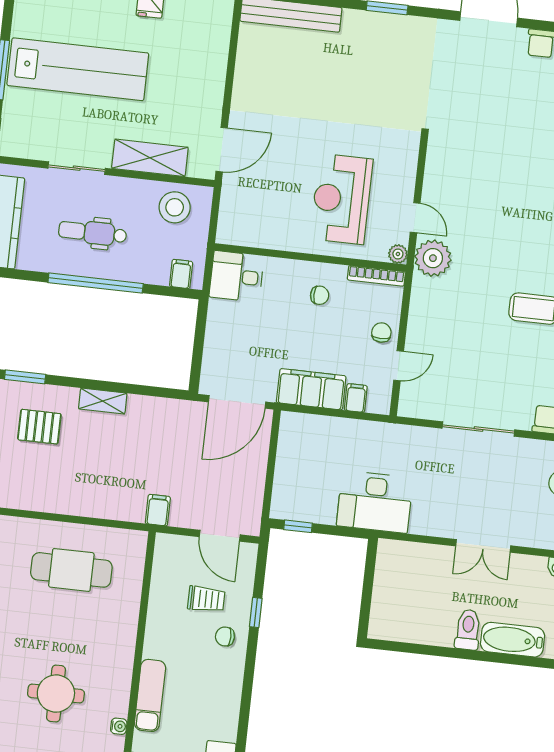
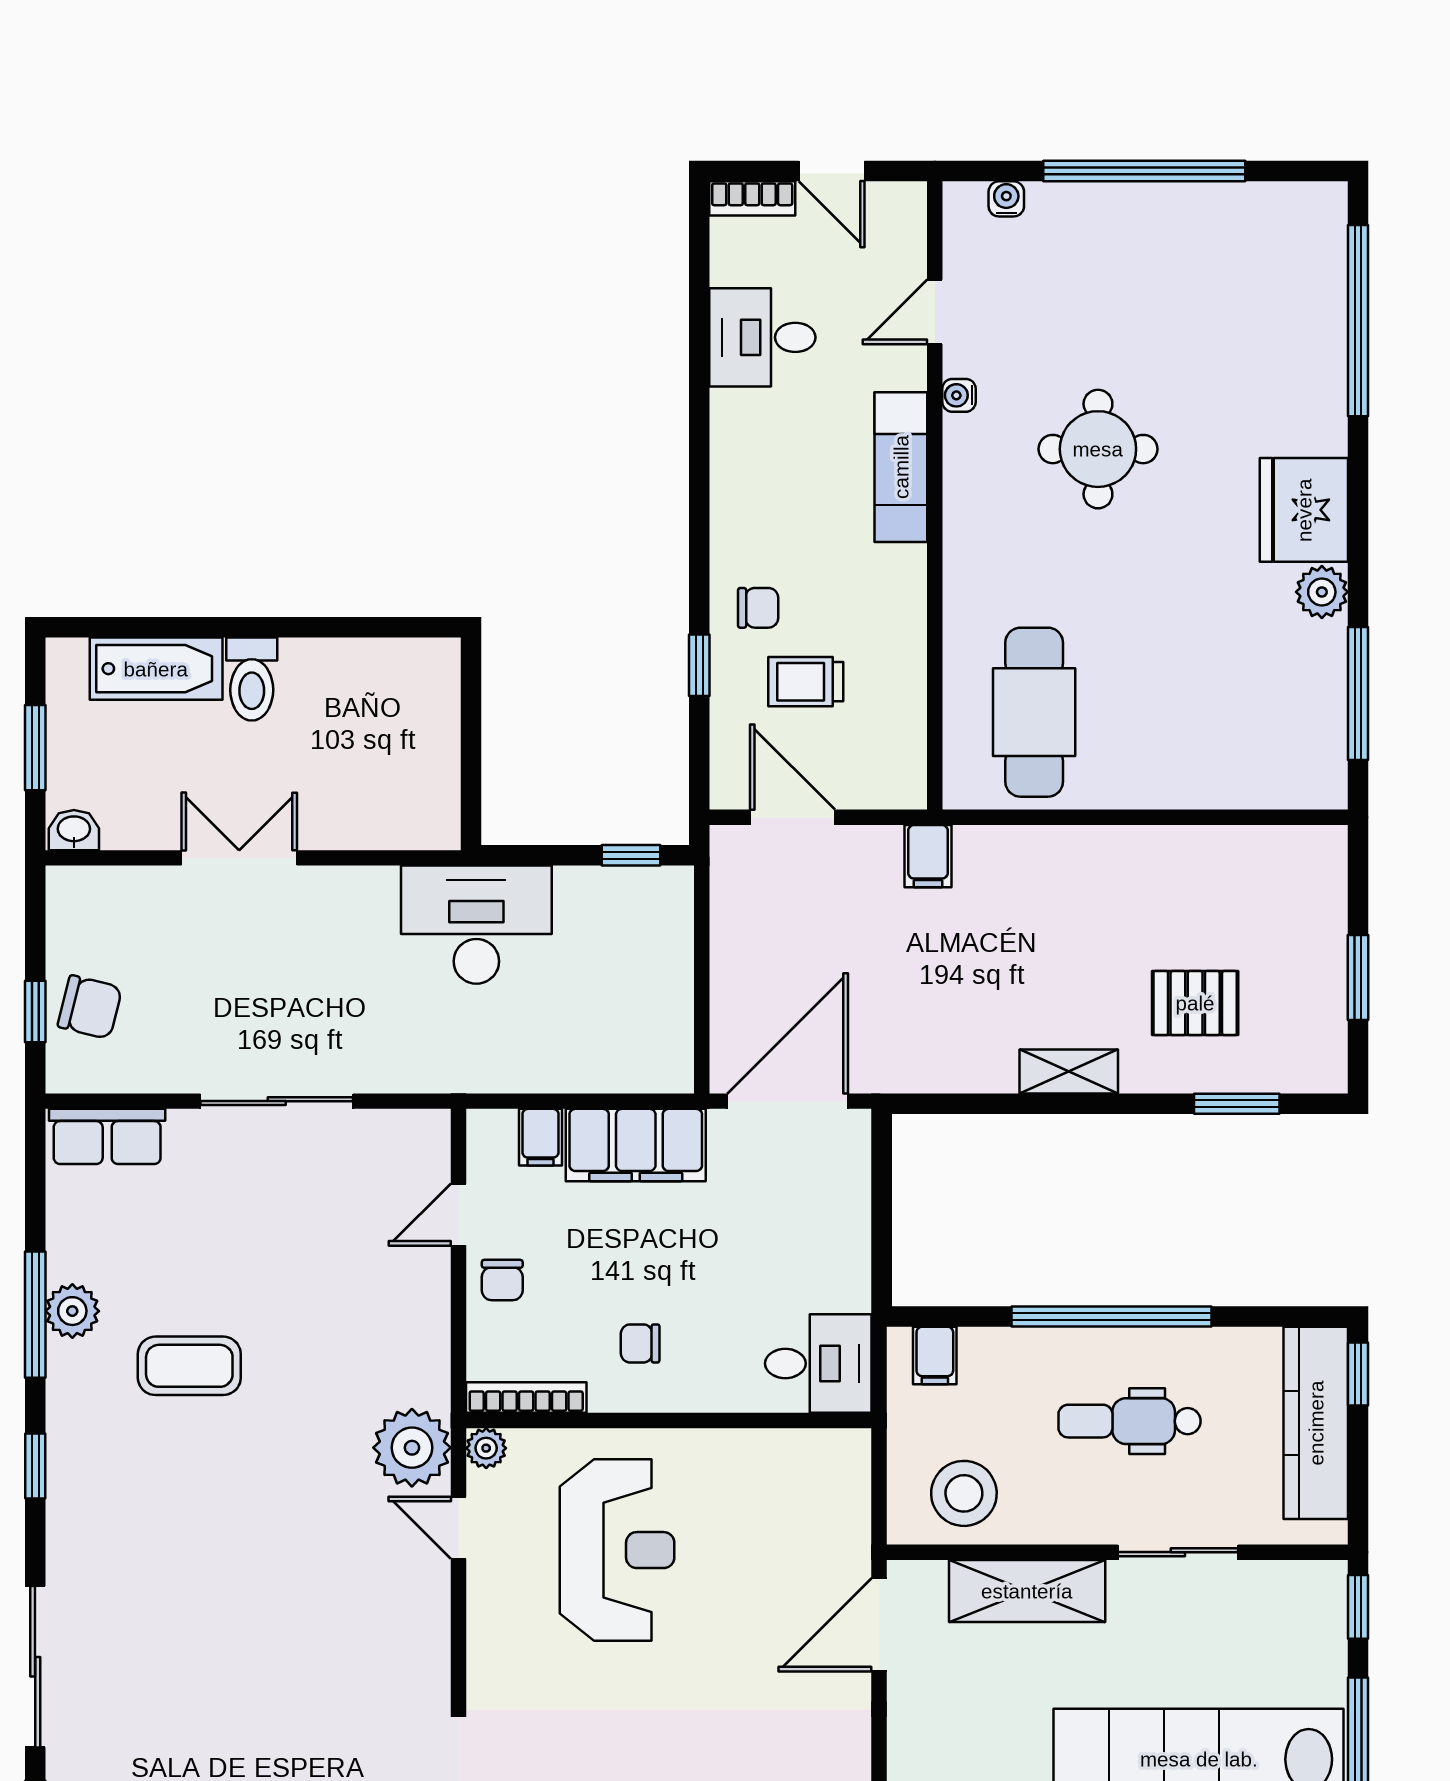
dental chair: (93, 233) -> (1129, 1421), turned 180
cafe table: (71, 570) -> (1034, 712), moved, turned 90

